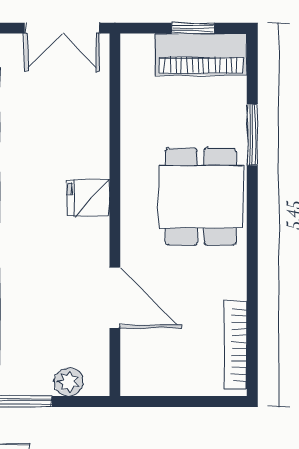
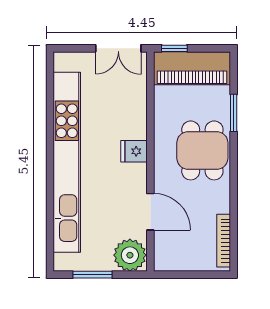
window: (193, 28) -> (174, 48), moved
piano: (201, 54) -> (192, 68), width x1.37, depth x1.33
plant: (69, 382) -> (130, 255), width x1.87, depth x1.87

